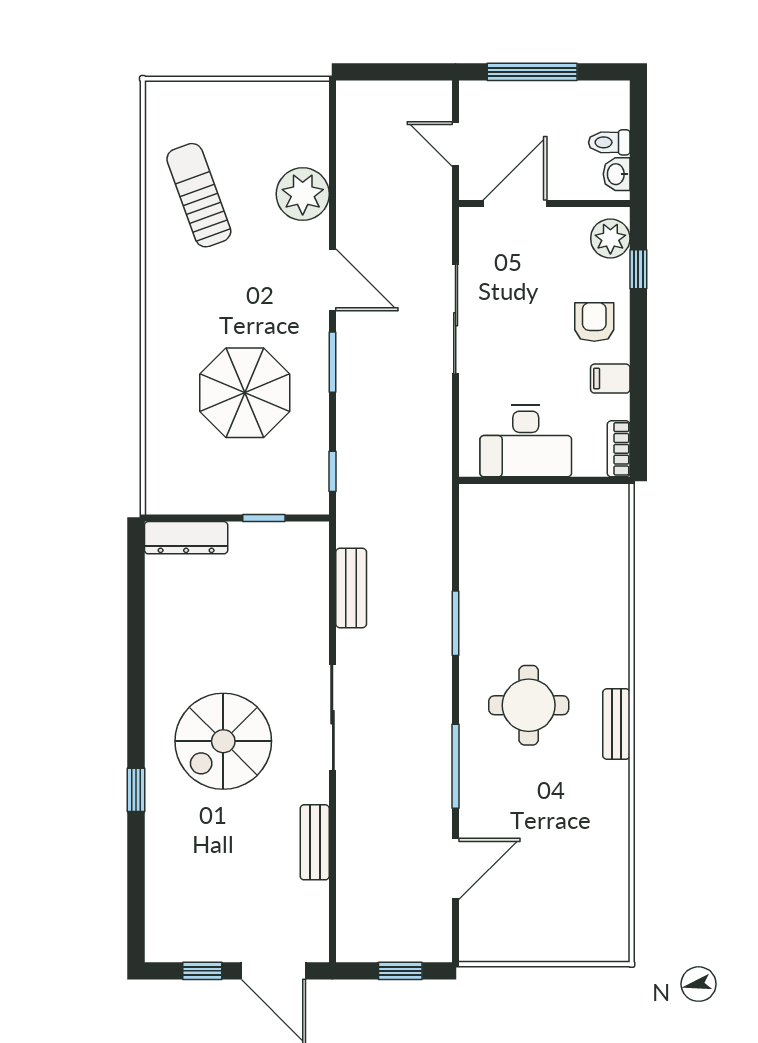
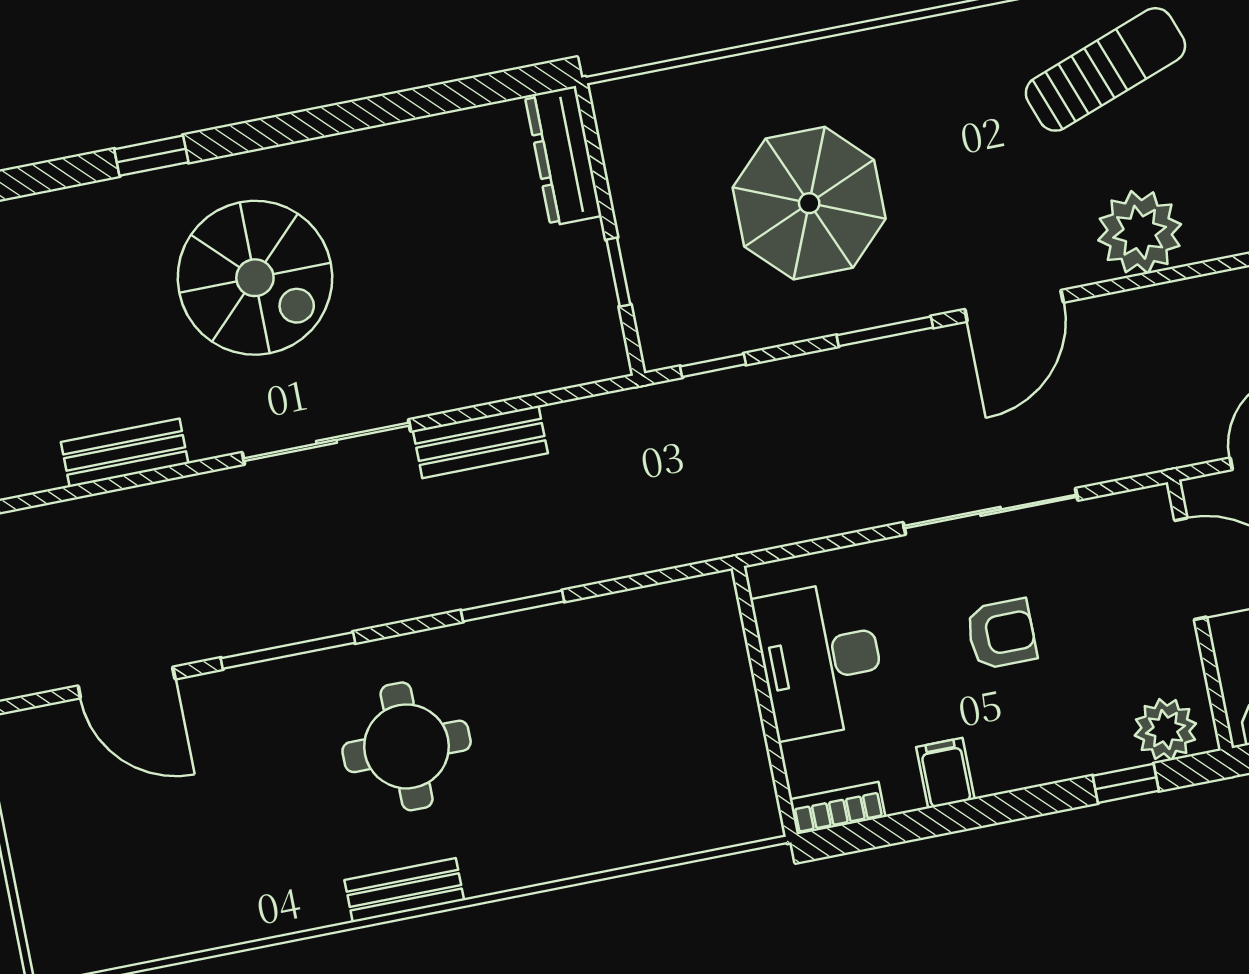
armchair: (594, 322) -> (1001, 634), moved
bench: (351, 588) -> (480, 442), moved
spiral stairs: (223, 741) -> (255, 278), turned 180

